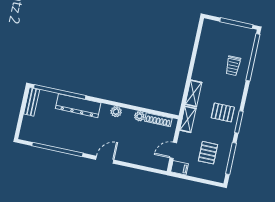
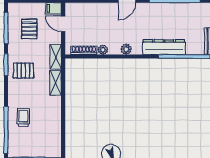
door: (173, 150) -> (63, 24), swing flipped

